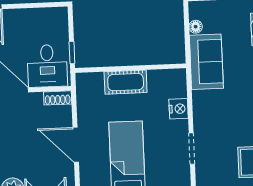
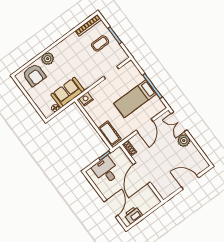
desk: (47, 66) -> (106, 170), moved, turned -90
cot: (126, 82) -> (110, 133), moved
nightstand: (179, 109) -> (86, 99), moved

